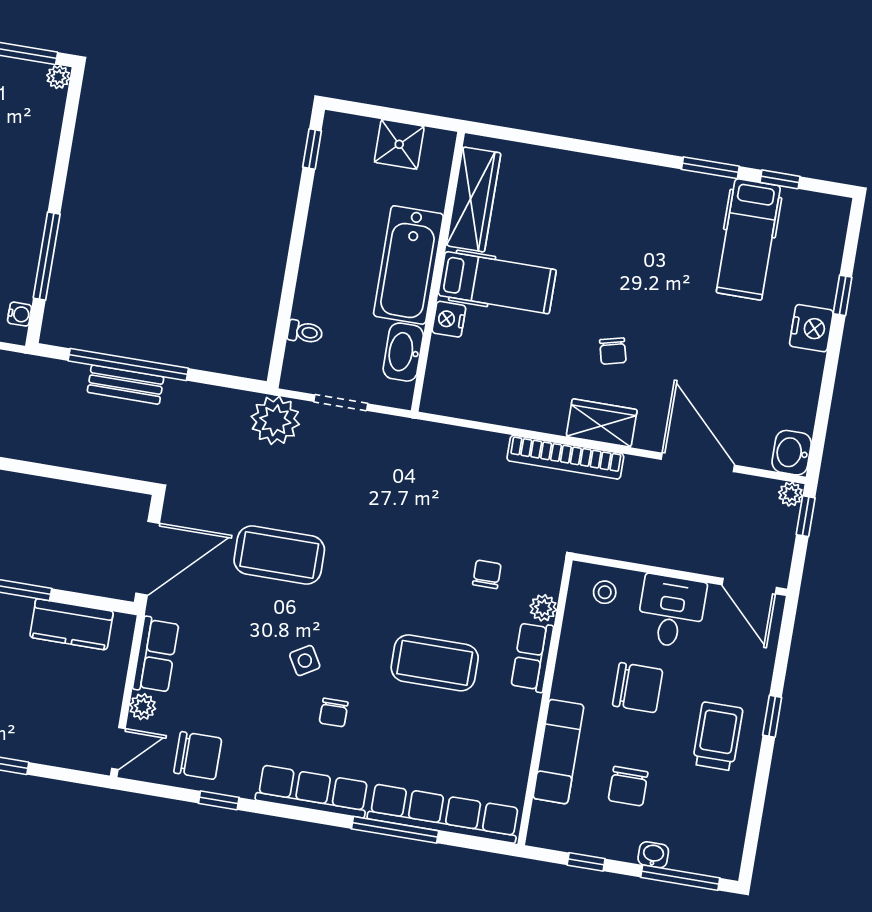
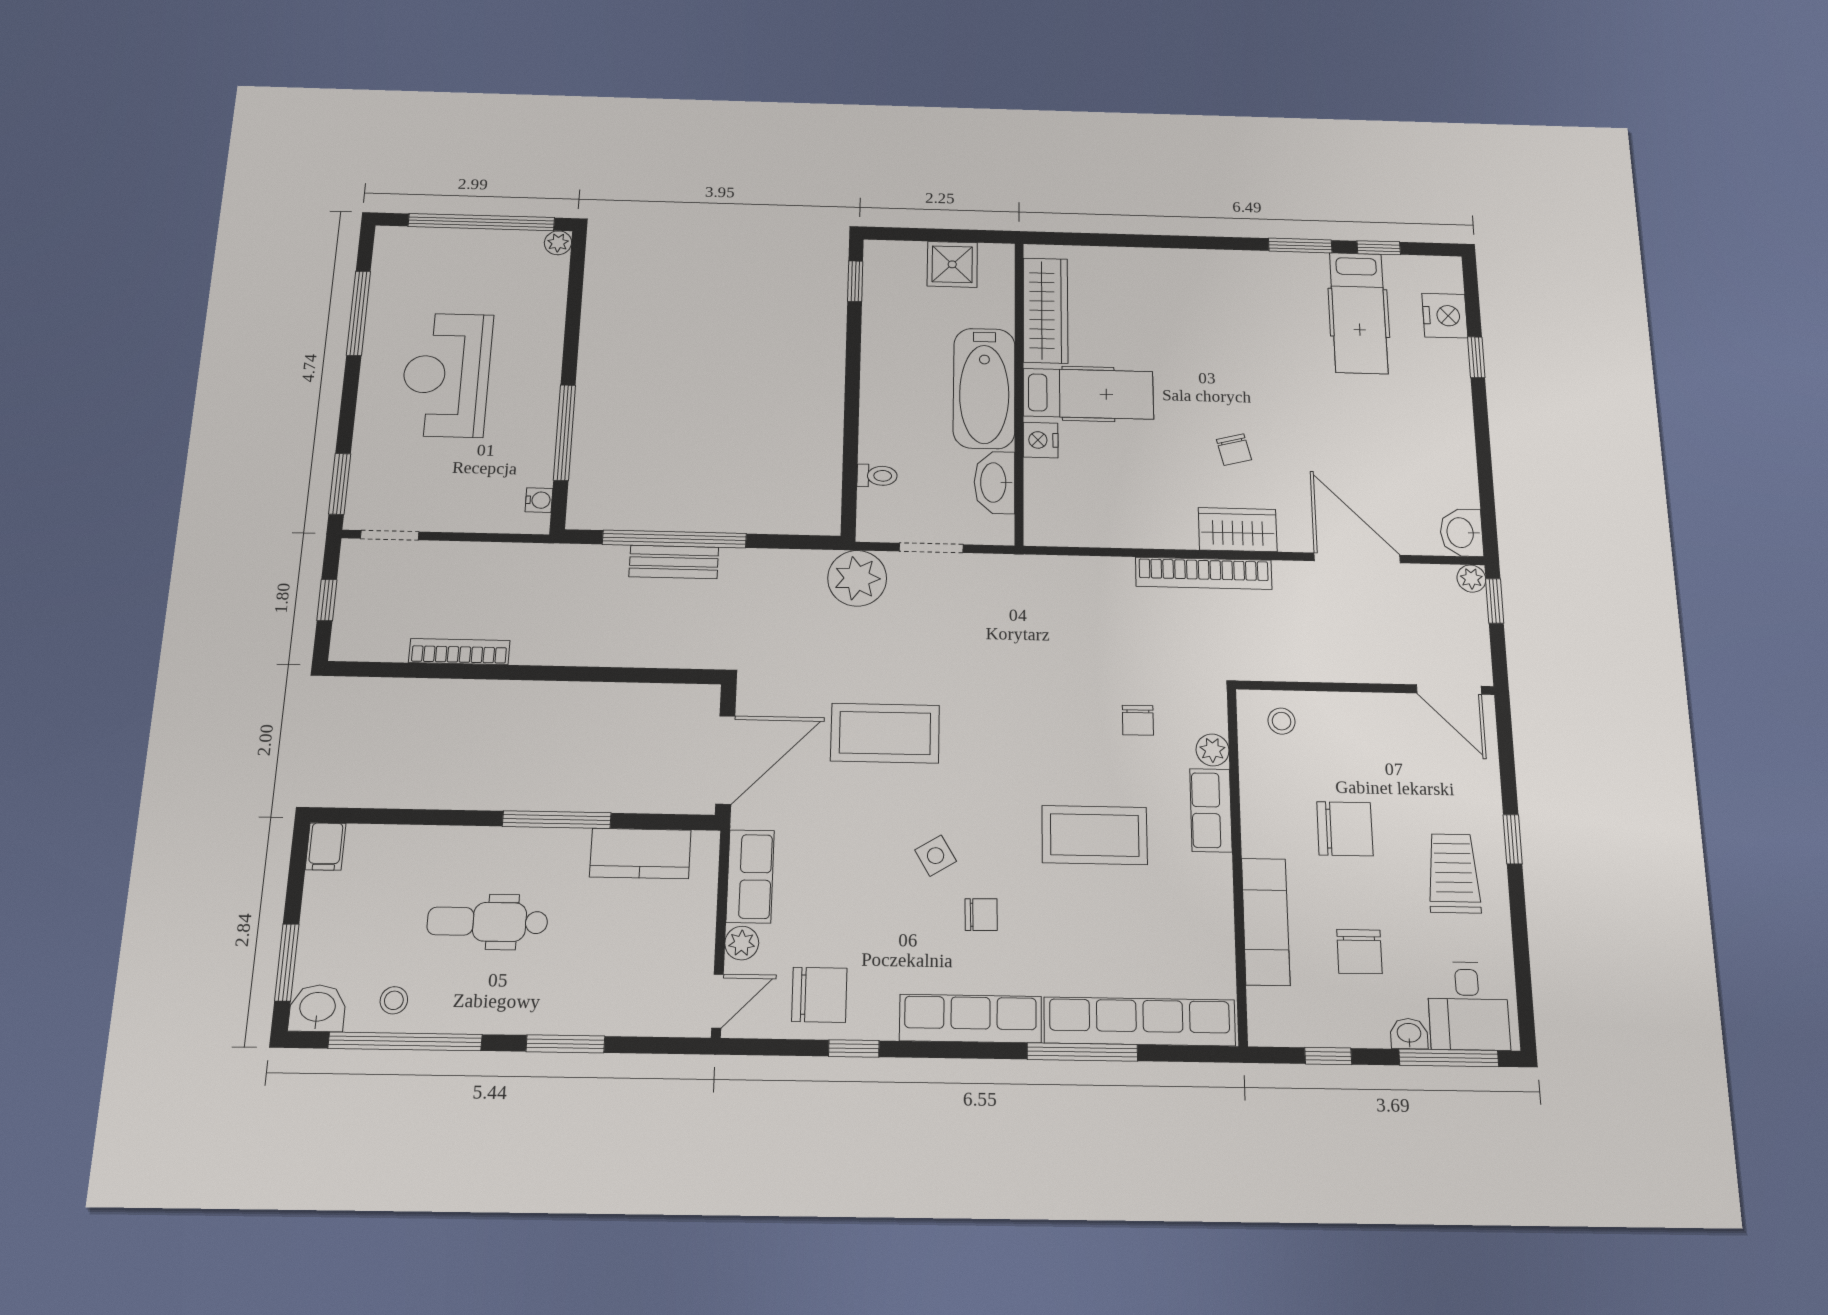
nightstand: (811, 328) -> (1445, 316), moved
chair: (487, 574) -> (1138, 720), turned 180
desk: (671, 611) -> (1468, 1006), moved, turned 180
chair: (334, 713) -> (981, 915), turned -91

